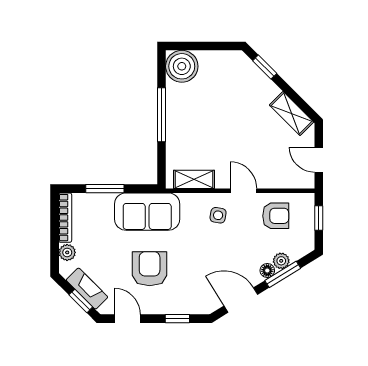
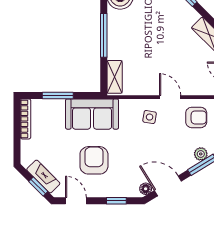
shelving: (194, 179) -> (115, 77), moved, turned 90
plant: (67, 252) -> (27, 147), removed
floor lamp: (267, 270) -> (146, 189), moved

